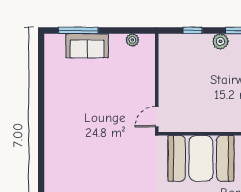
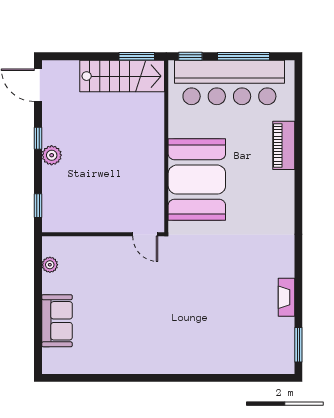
window: (78, 30) -> (38, 332), removed
window: (193, 30) -> (38, 206), moved

